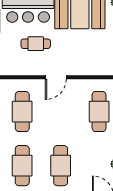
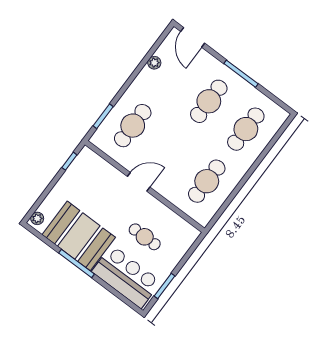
door: (56, 77) -> (139, 182), moved

